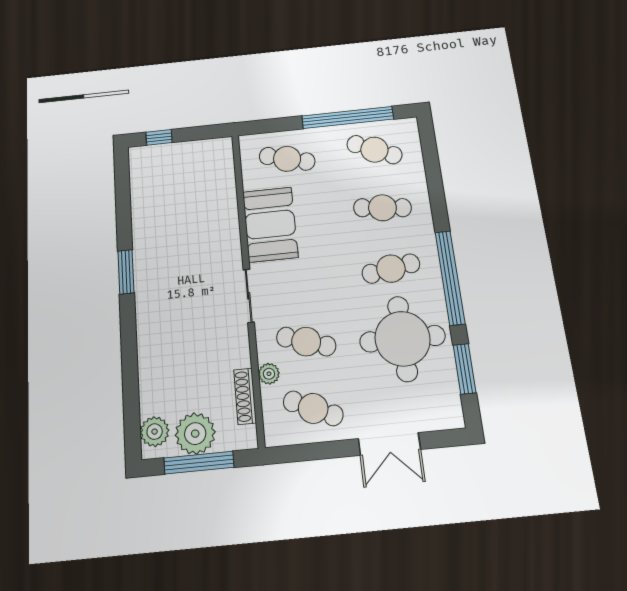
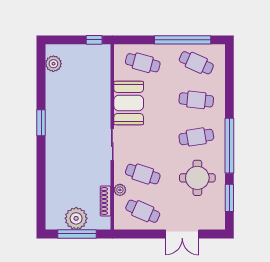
window: (159, 137) -> (94, 40), moved
round table: (403, 339) -> (197, 178), width x0.73, depth x0.73
plant: (155, 432) -> (53, 64), moved

